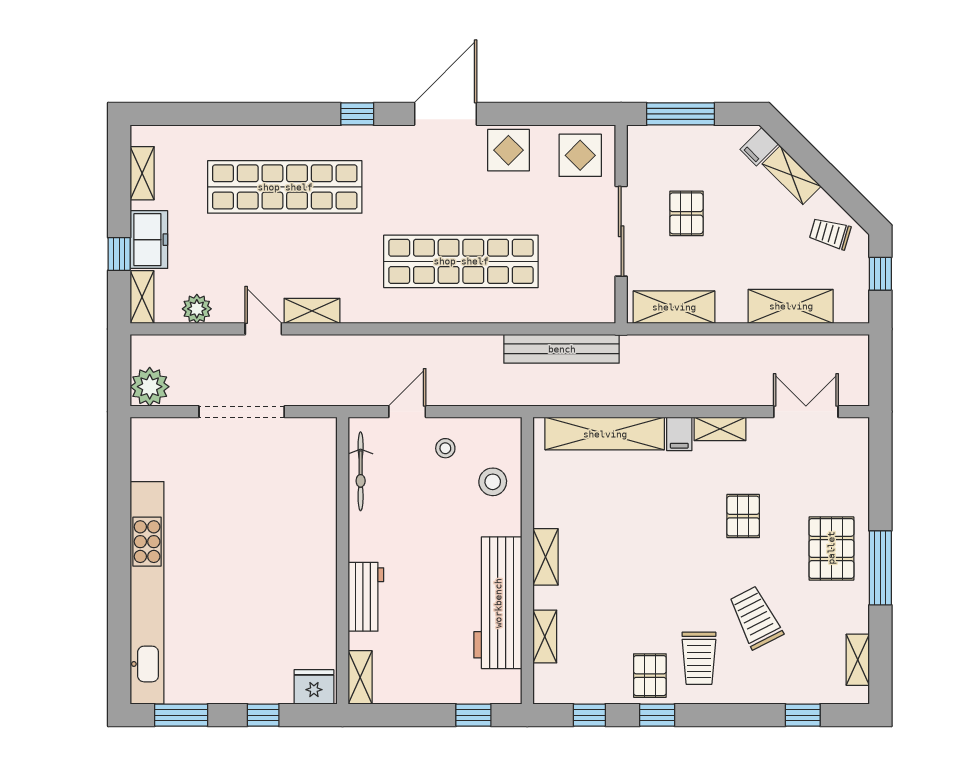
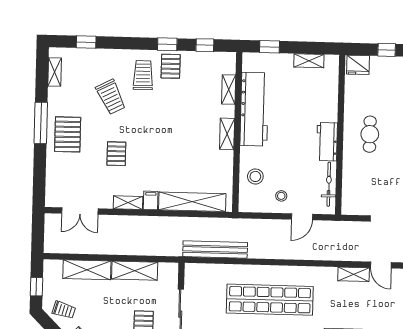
shelving: (674, 307) -> (135, 271), moved
cafe table: (289, 563) -> (370, 134), added
workbench: (366, 597) -> (327, 142), moved
shelving: (360, 677) -> (309, 61), moved, turned 90

